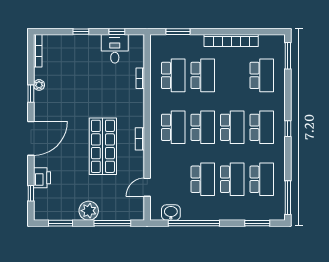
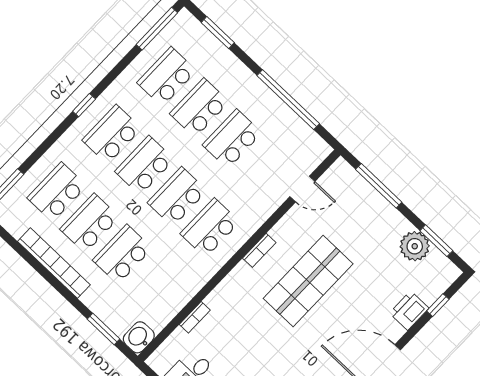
school desk: (173, 75) -> (90, 223), moved
plant: (89, 211) -> (415, 246), moved
washbasin: (171, 213) -> (139, 337), moved, turned 90

